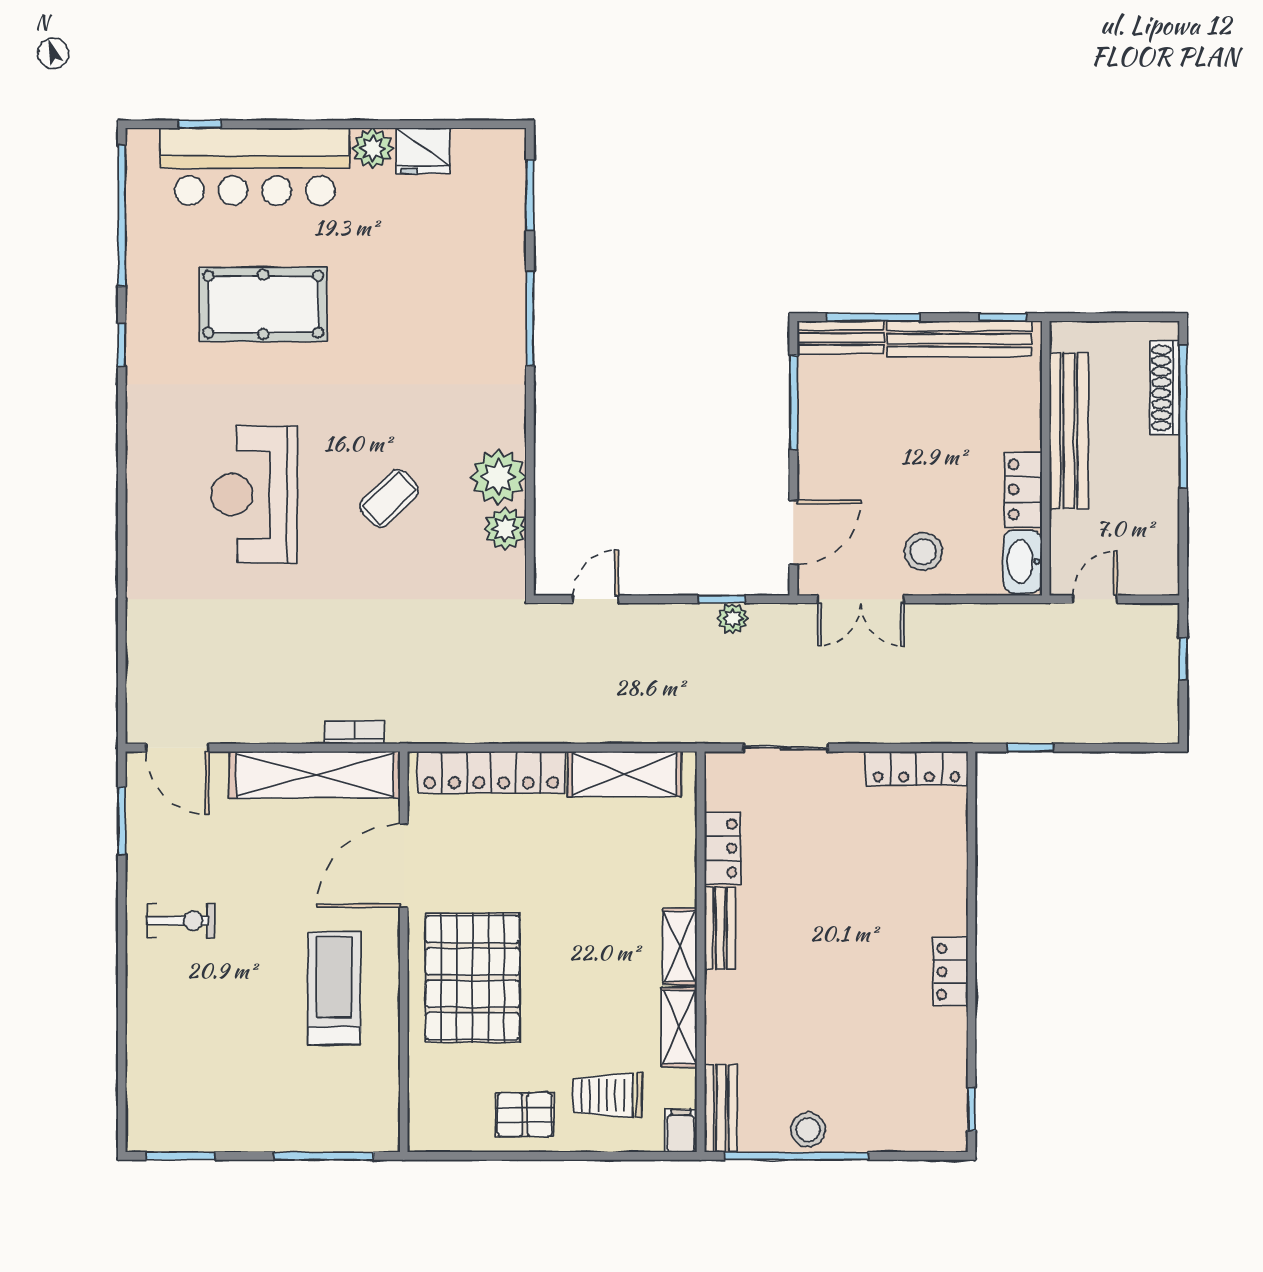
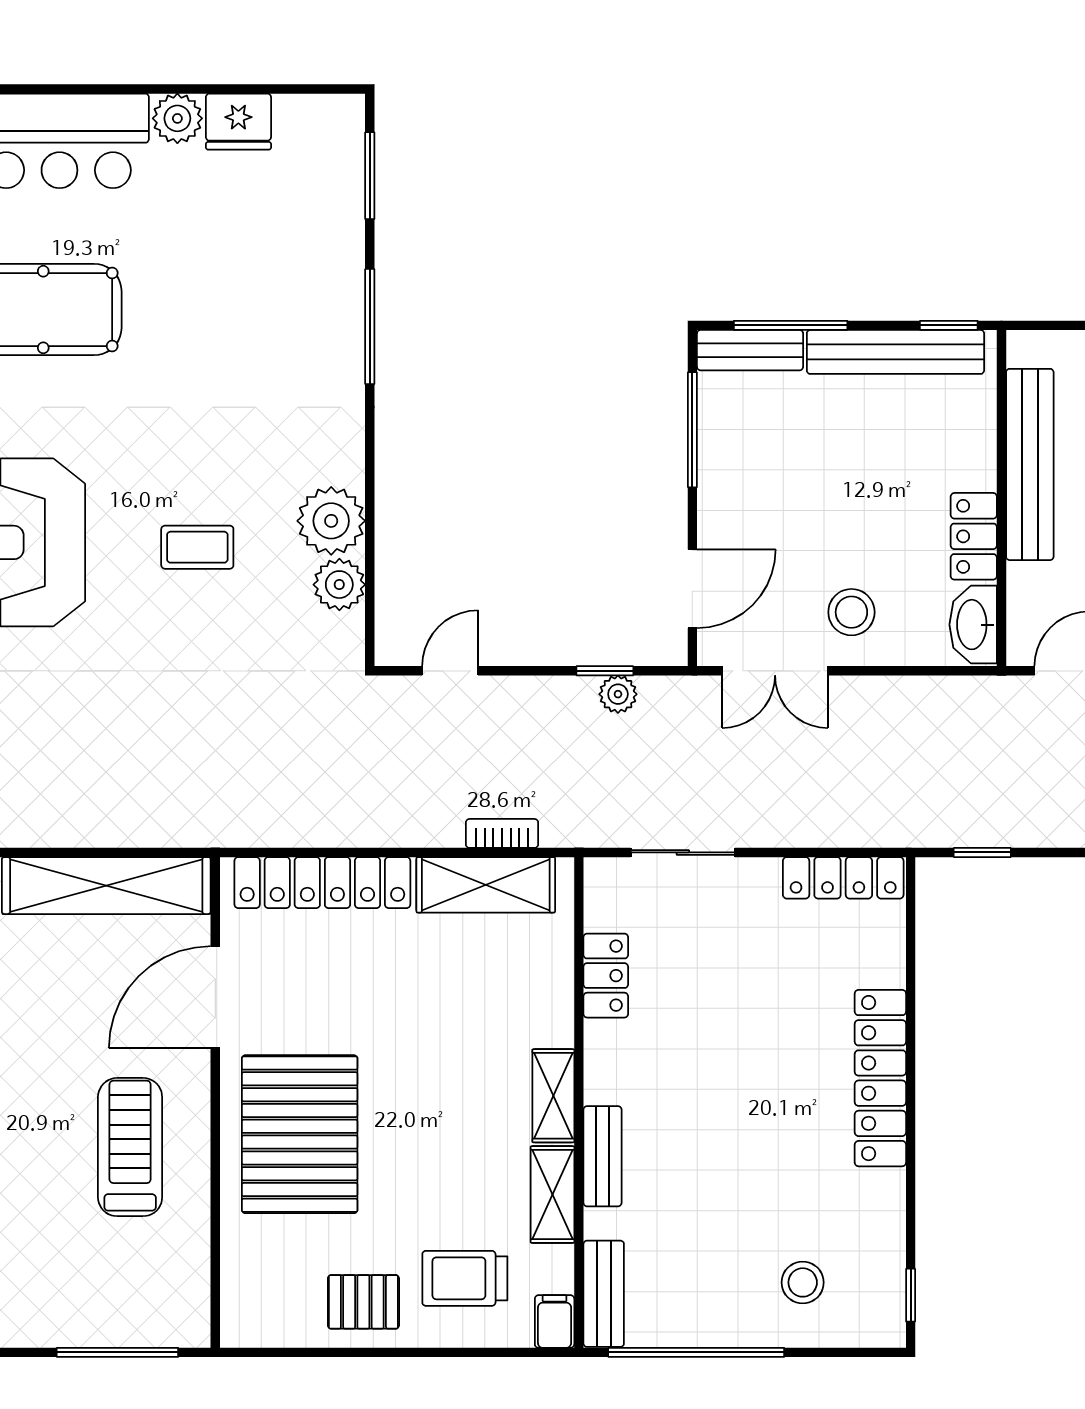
coffee table: (389, 498) -> (197, 547), turned 44
bookcase: (354, 732) -> (502, 833), moved
bench: (720, 928) -> (602, 1156), moved
locker: (950, 972) -> (880, 1078), width x2.16, depth x1.21
stool: (808, 1130) -> (803, 1282), moved

